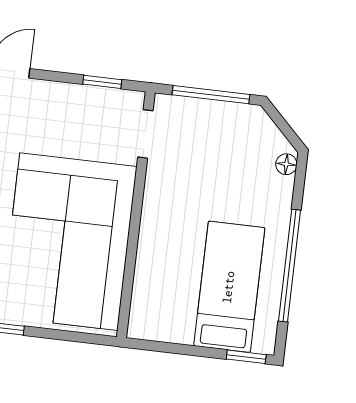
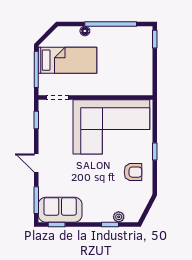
floor lamp: (286, 164) -> (85, 31), moved
bed: (229, 287) -> (67, 60), moved, turned 180

